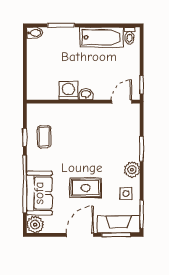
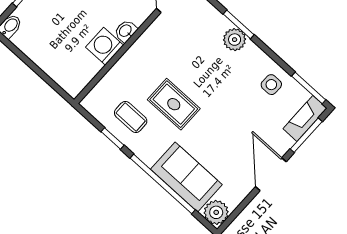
plant: (132, 170) -> (235, 40), moved
rug: (86, 188) -> (174, 104), moved, turned 90
fireplace: (119, 224) -> (305, 118), width x0.73, depth x0.76

